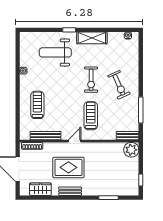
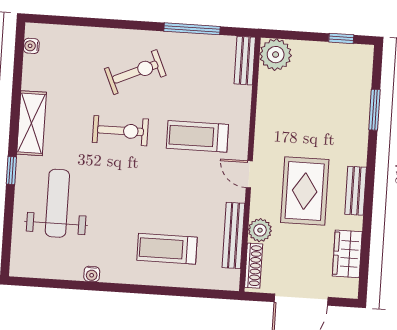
weight bench: (55, 52) -> (57, 203), turned 180
plant: (49, 148) -> (260, 230), added

